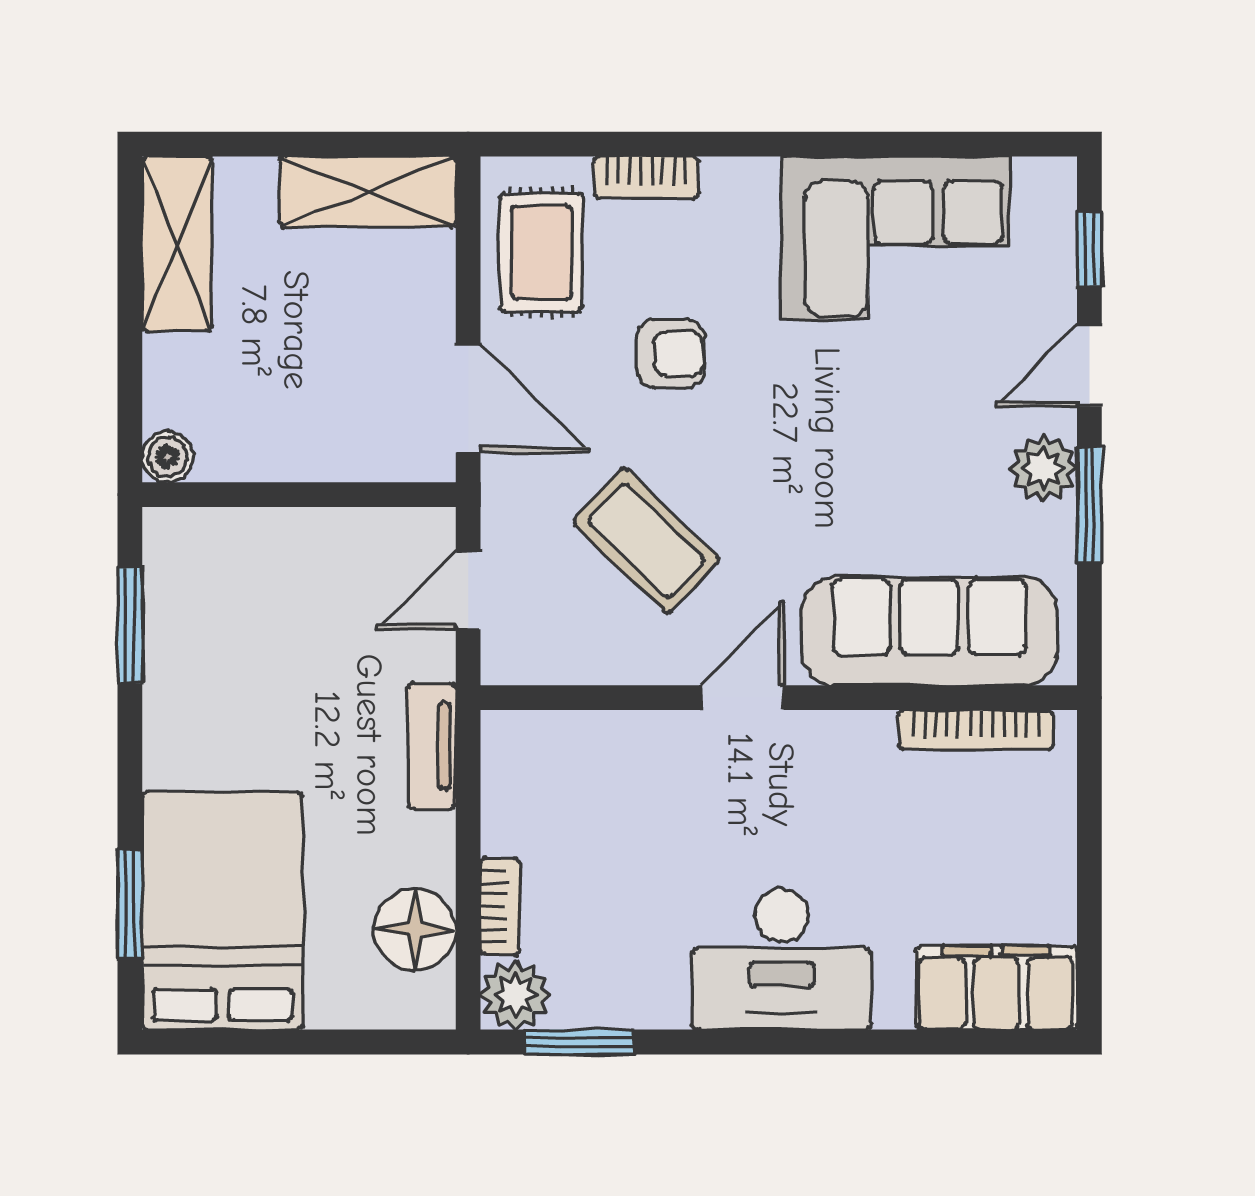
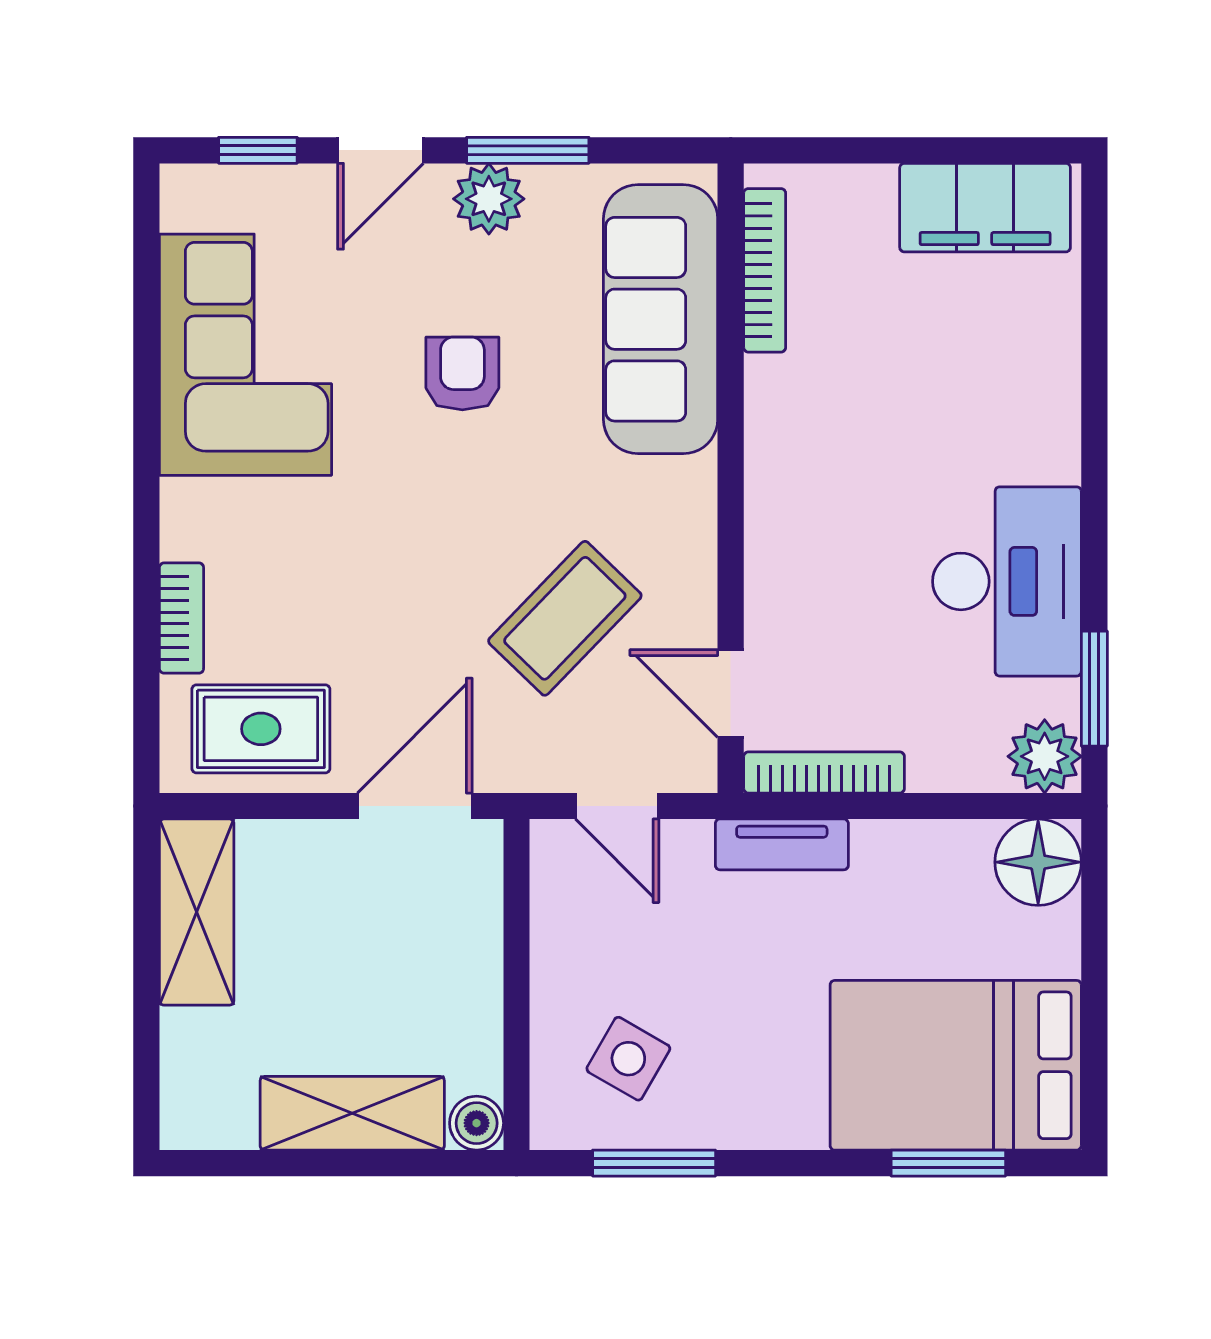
shelving: (177, 244) -> (352, 1113), moved
armchair: (670, 354) -> (462, 373), moved
door: (1089, 366) -> (381, 150), hinge flipped
side table: (229, 601) -> (628, 1059), added
door: (742, 698) -> (731, 694), moved
bookcase: (500, 906) -> (824, 772), moved, width x1.56
floor lamp: (415, 930) -> (1038, 862), moved
desk: (782, 959) -> (1007, 581), moved
filing cabinet: (996, 988) -> (985, 208), moved, turned -90

